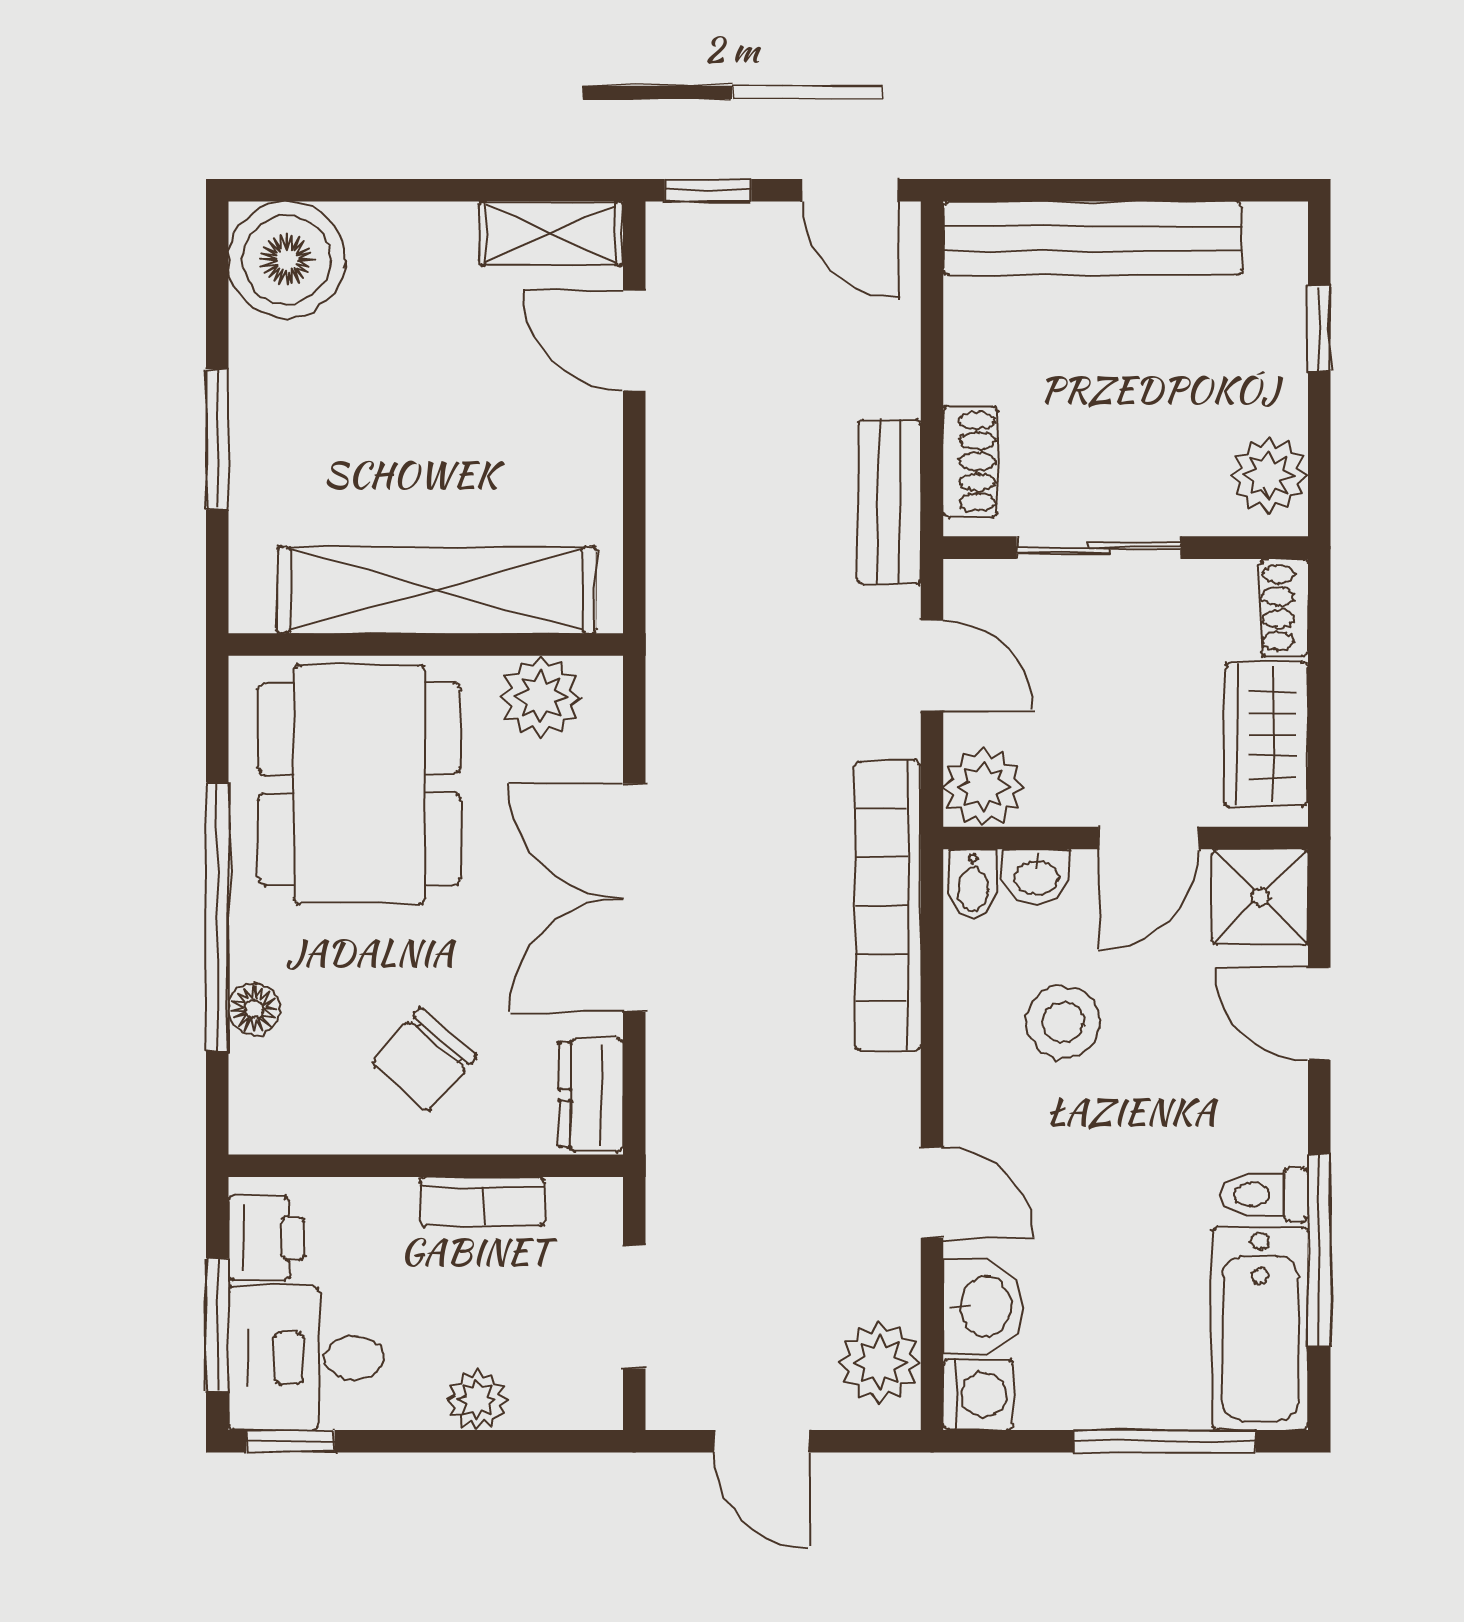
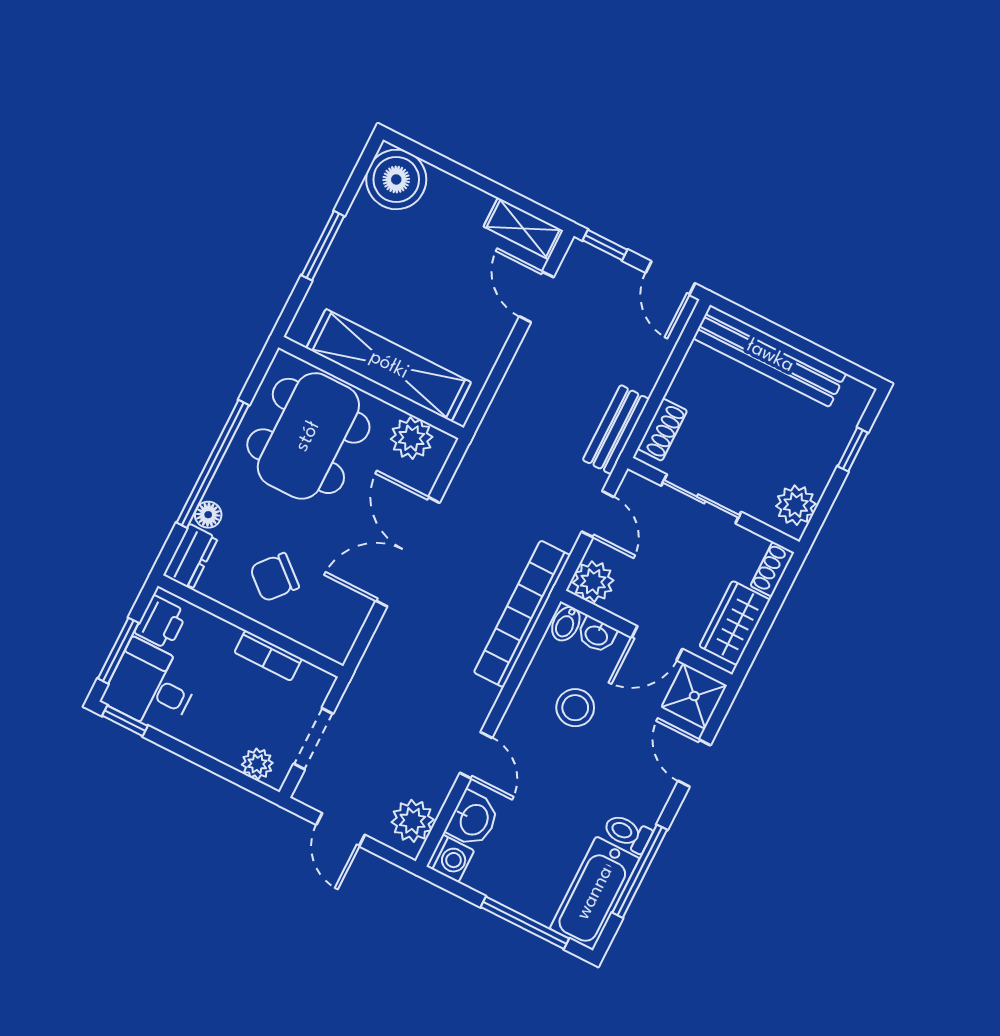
dresser: (591, 1095) -> (191, 557), moved, turned 180
plant: (477, 1400) -> (257, 764), moved

